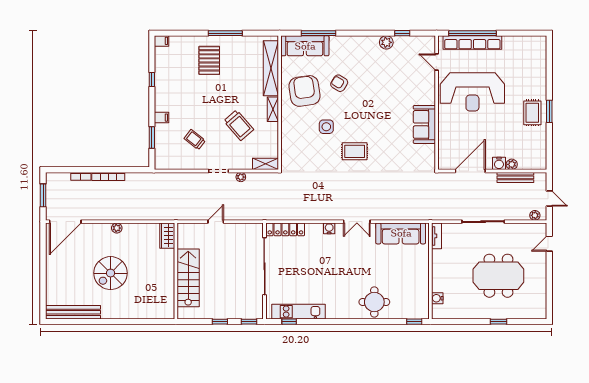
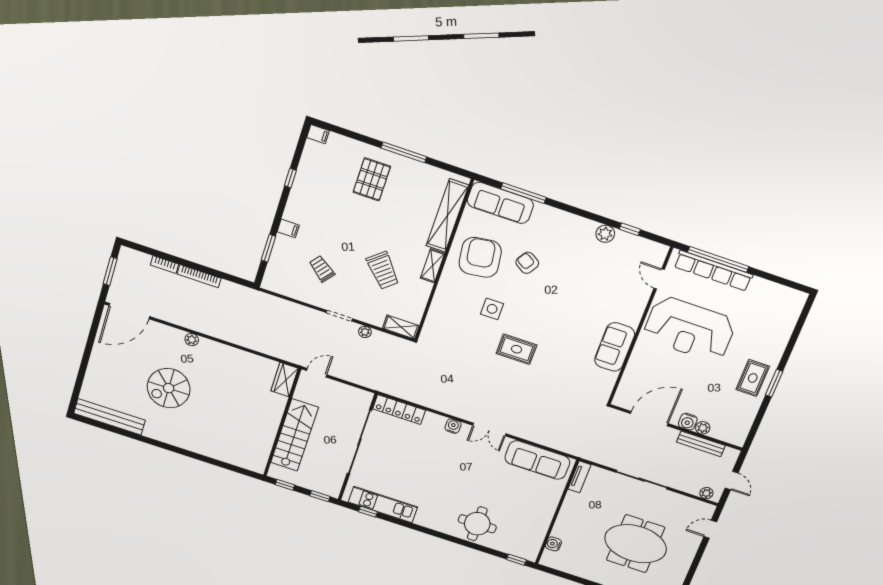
wardrobe: (167, 236) -> (285, 380), moved
wall: (176, 271) -> (282, 423), moved
stairs: (188, 278) -> (295, 435), moved

